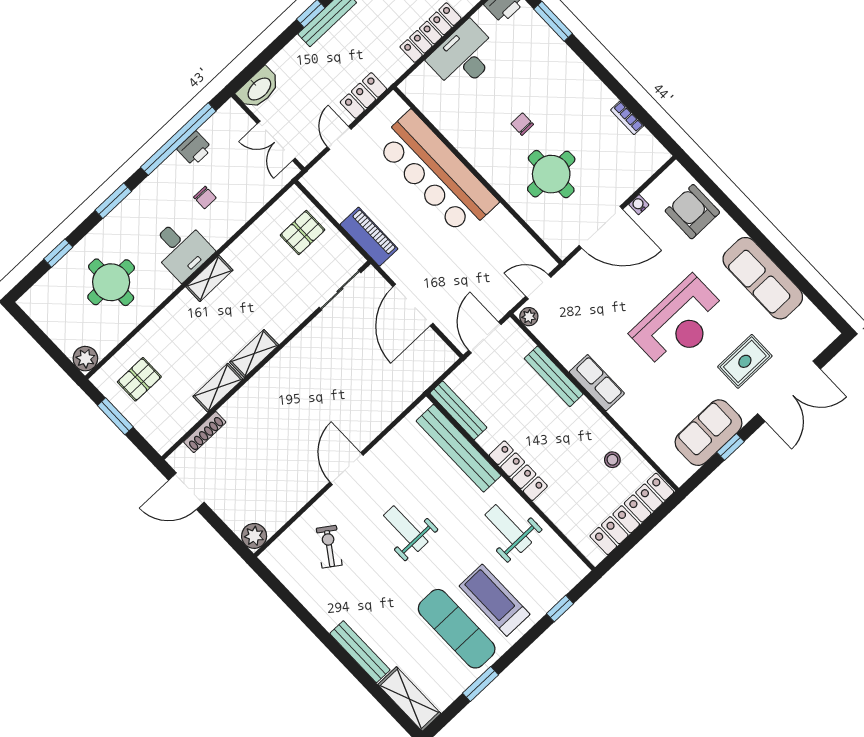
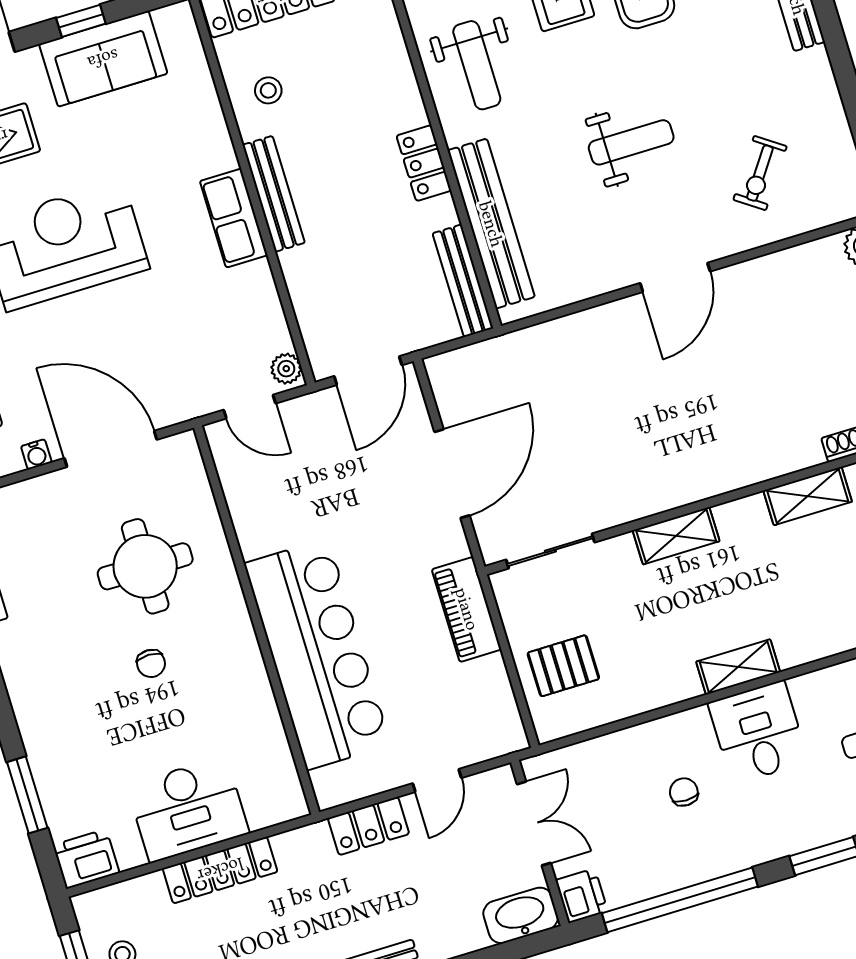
printer: (195, 149) -> (582, 896), moved, turned 90
shelving: (254, 354) -> (676, 536), moved
bench: (554, 376) -> (274, 194), moved
locker: (518, 471) -> (424, 163), width x0.66
weight bench: (406, 529) -> (631, 142), turned -90

